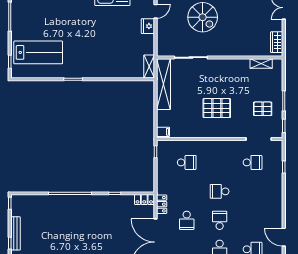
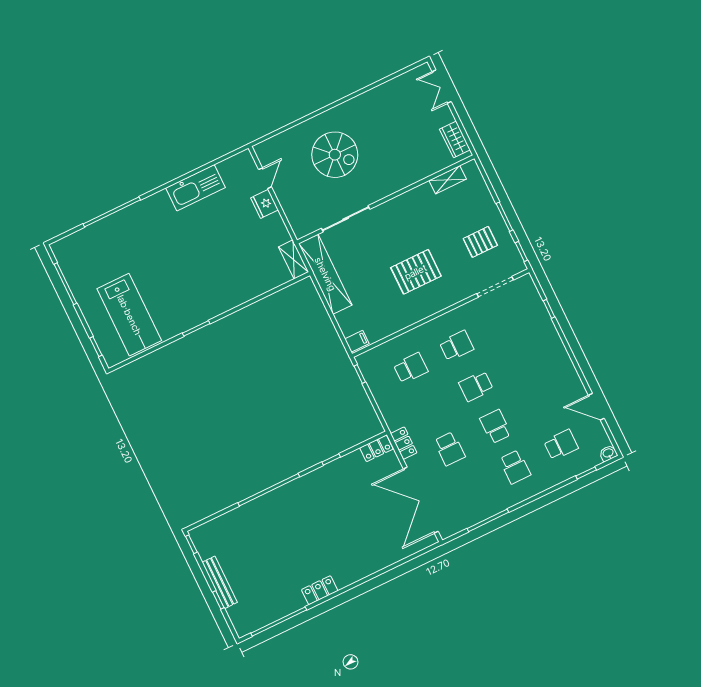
lab bench: (38, 52) -> (129, 315), turned 90
school desk: (253, 162) -> (456, 346), moved

